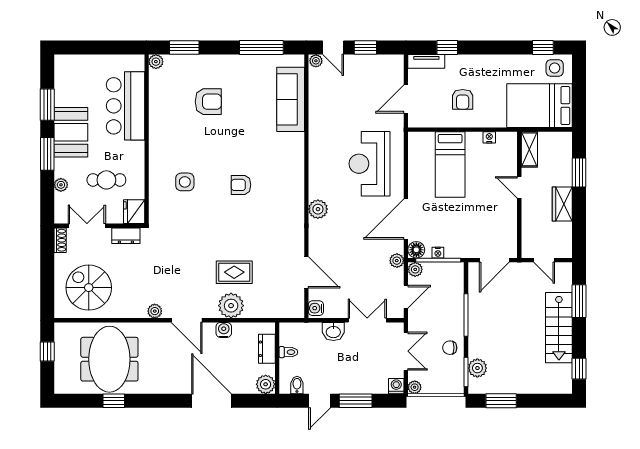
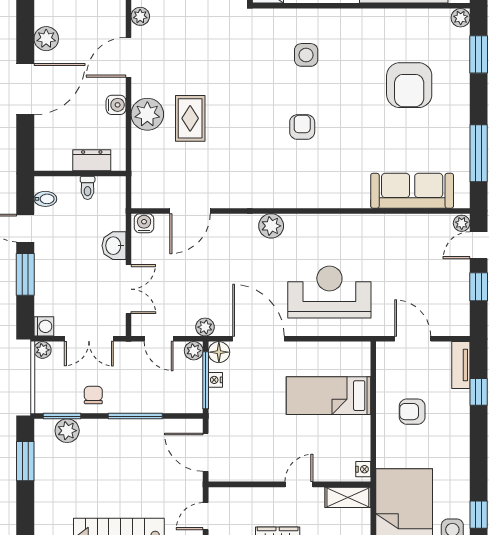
armchair: (208, 102) -> (409, 85), width x1.36, depth x1.36
nightstand: (489, 137) -> (363, 469), moved
plant: (266, 384) -> (46, 39), moved

